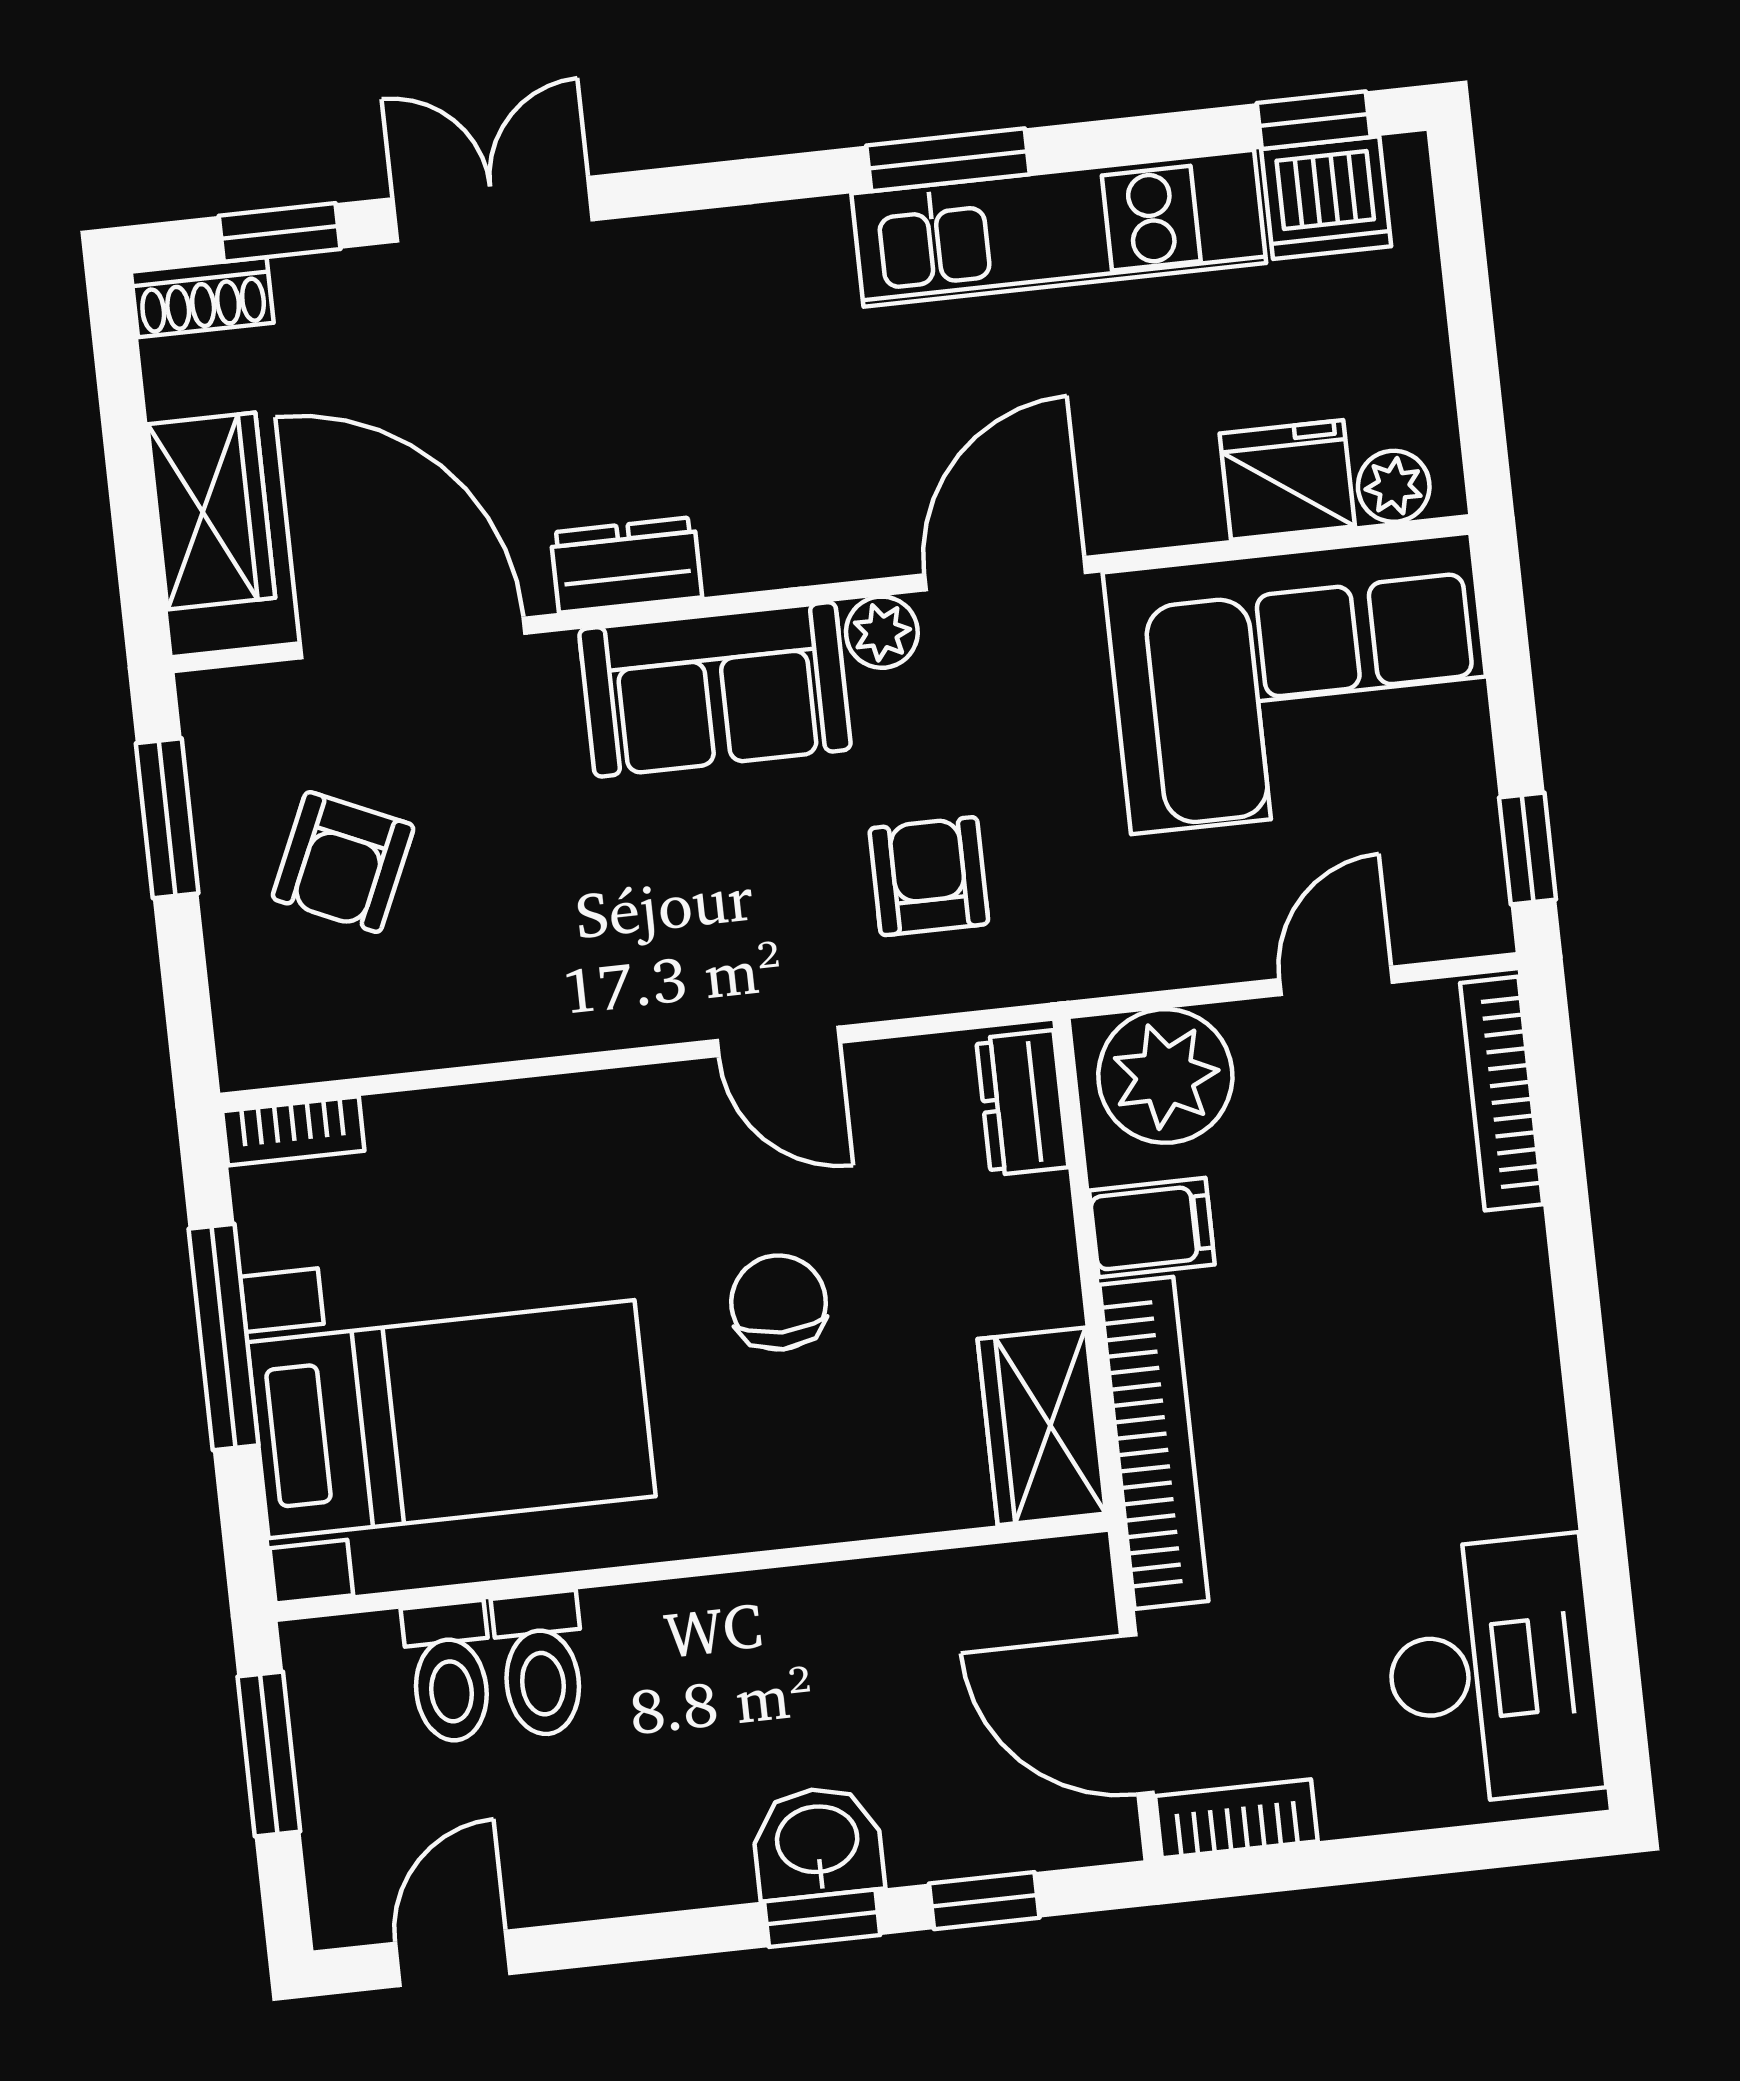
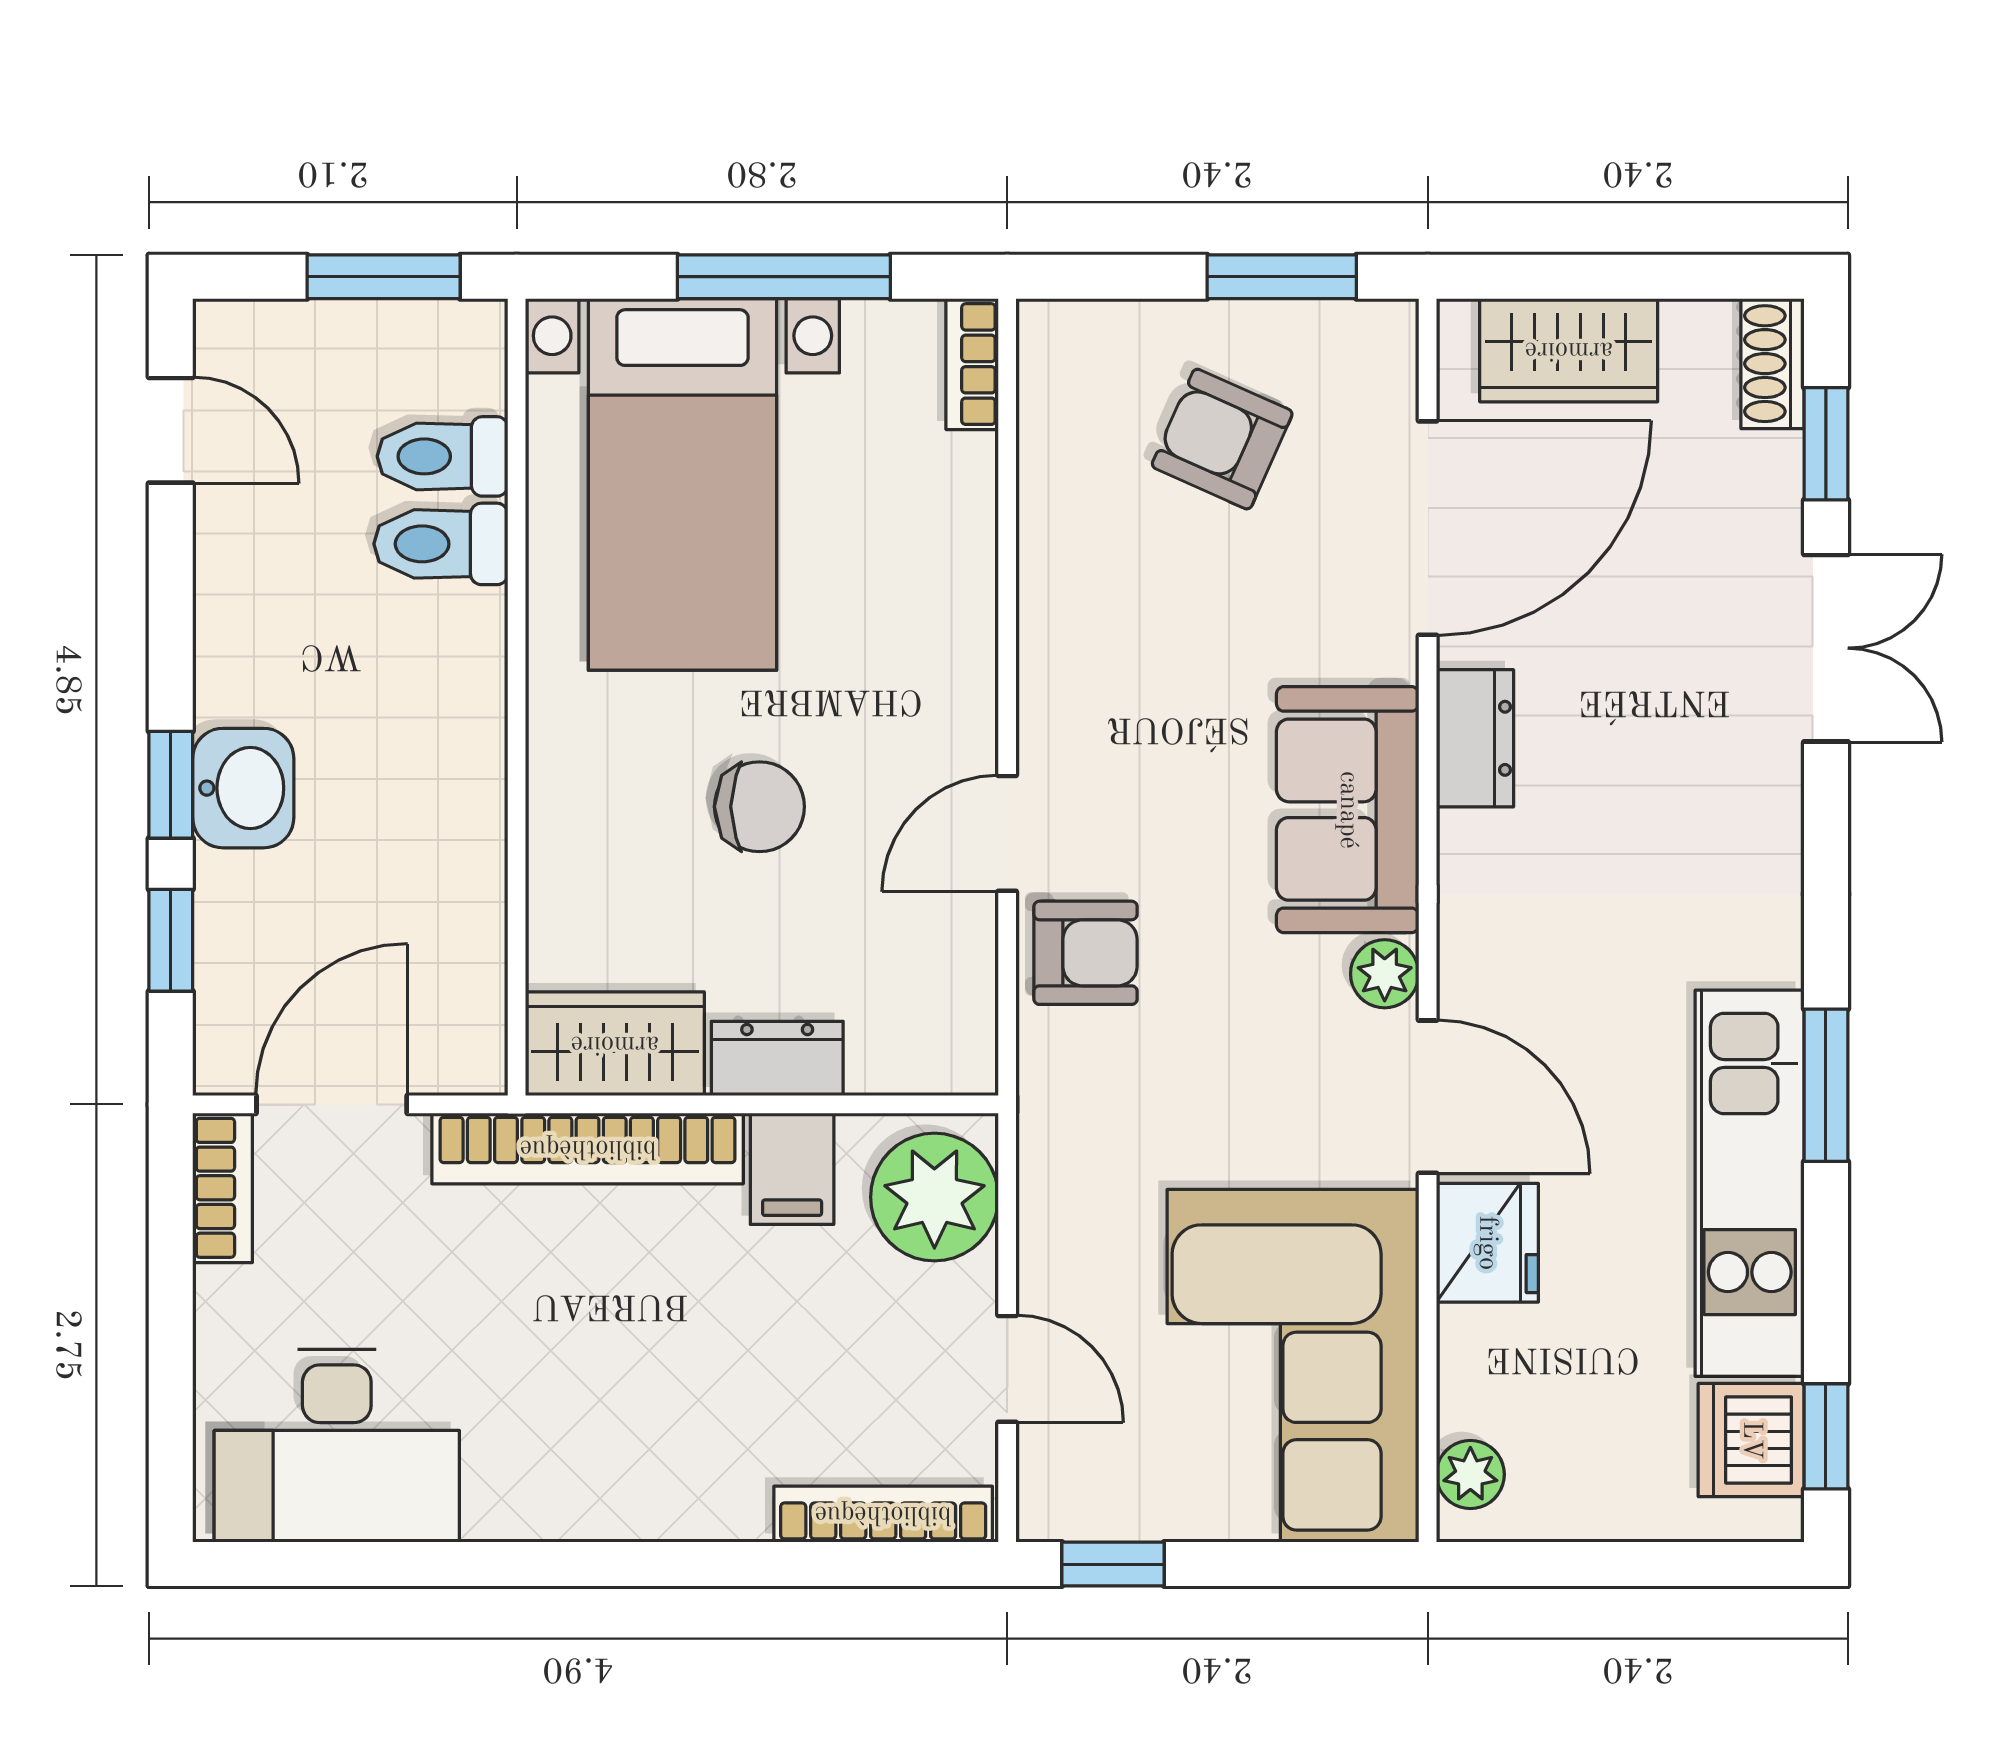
fridge: (1287, 480) -> (1487, 1243), moved
armchair: (929, 876) -> (1086, 953), moved
dresser: (1022, 1103) -> (777, 1058), moved

